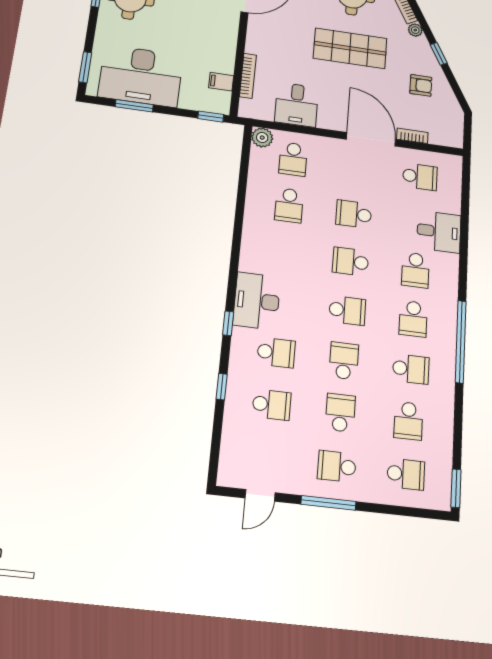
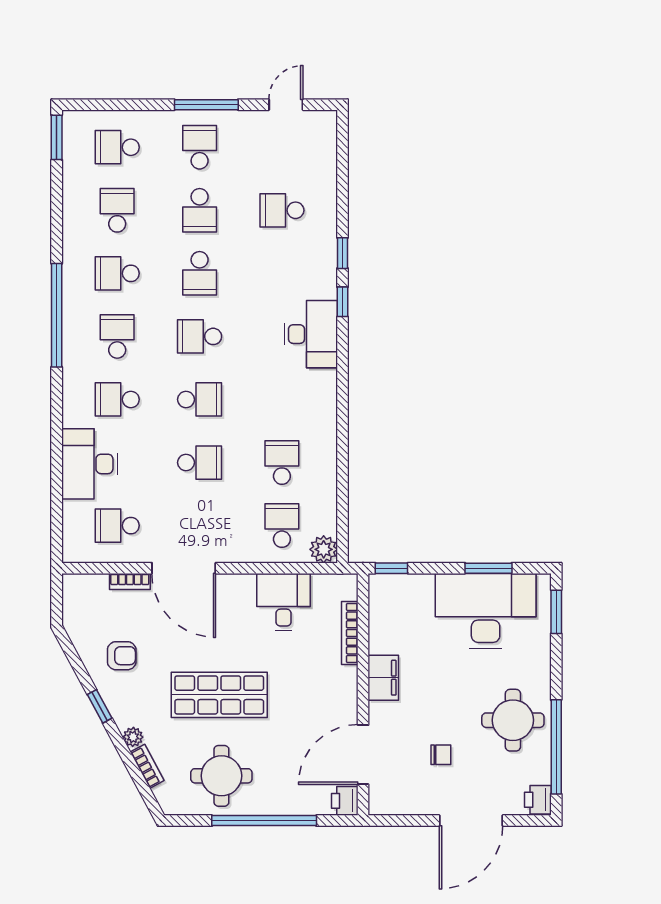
filing cabinet: (221, 82) -> (383, 678), moved, width x2.00
armchair: (421, 85) -> (122, 656), turned 180
desk: (439, 232) -> (90, 464), width x1.37
school desk: (415, 270) -> (117, 399), turned -90
school desk: (276, 353) -> (282, 273), removed
window: (222, 387) -> (342, 253), moved
school desk: (337, 466) -> (200, 147), turned -90

